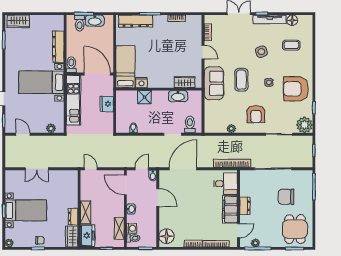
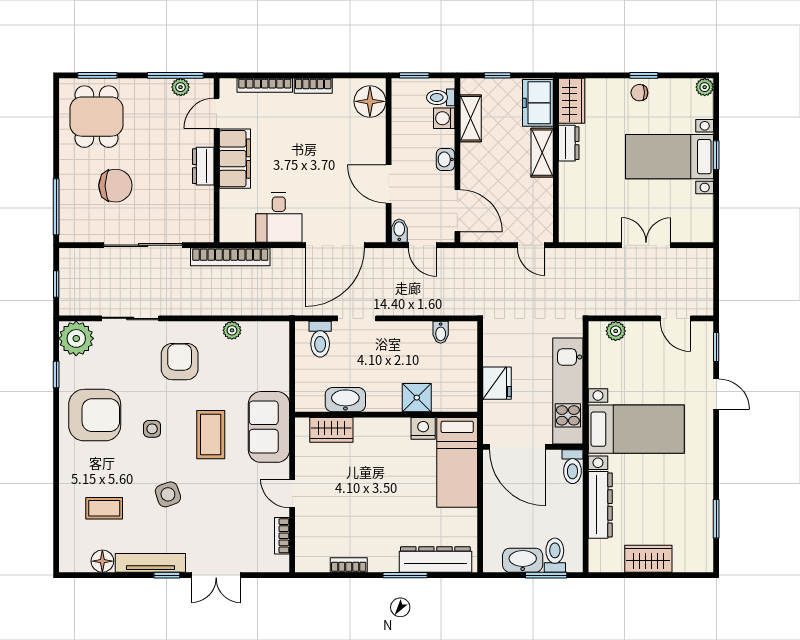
wardrobe: (18, 21) -> (648, 559), moved
door: (142, 169) -> (422, 245), hinge flipped
desk: (226, 184) -> (279, 218), moved, turned -90

